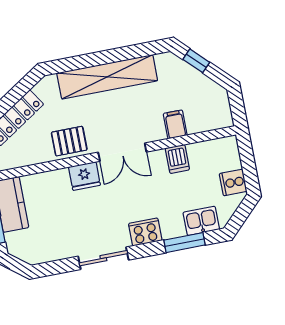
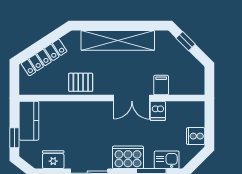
double door: (122, 152) -> (132, 98), moved
fridge: (84, 176) -> (53, 160), moved, turned 180
cooker: (145, 232) -> (128, 157), width x1.37, depth x1.31

